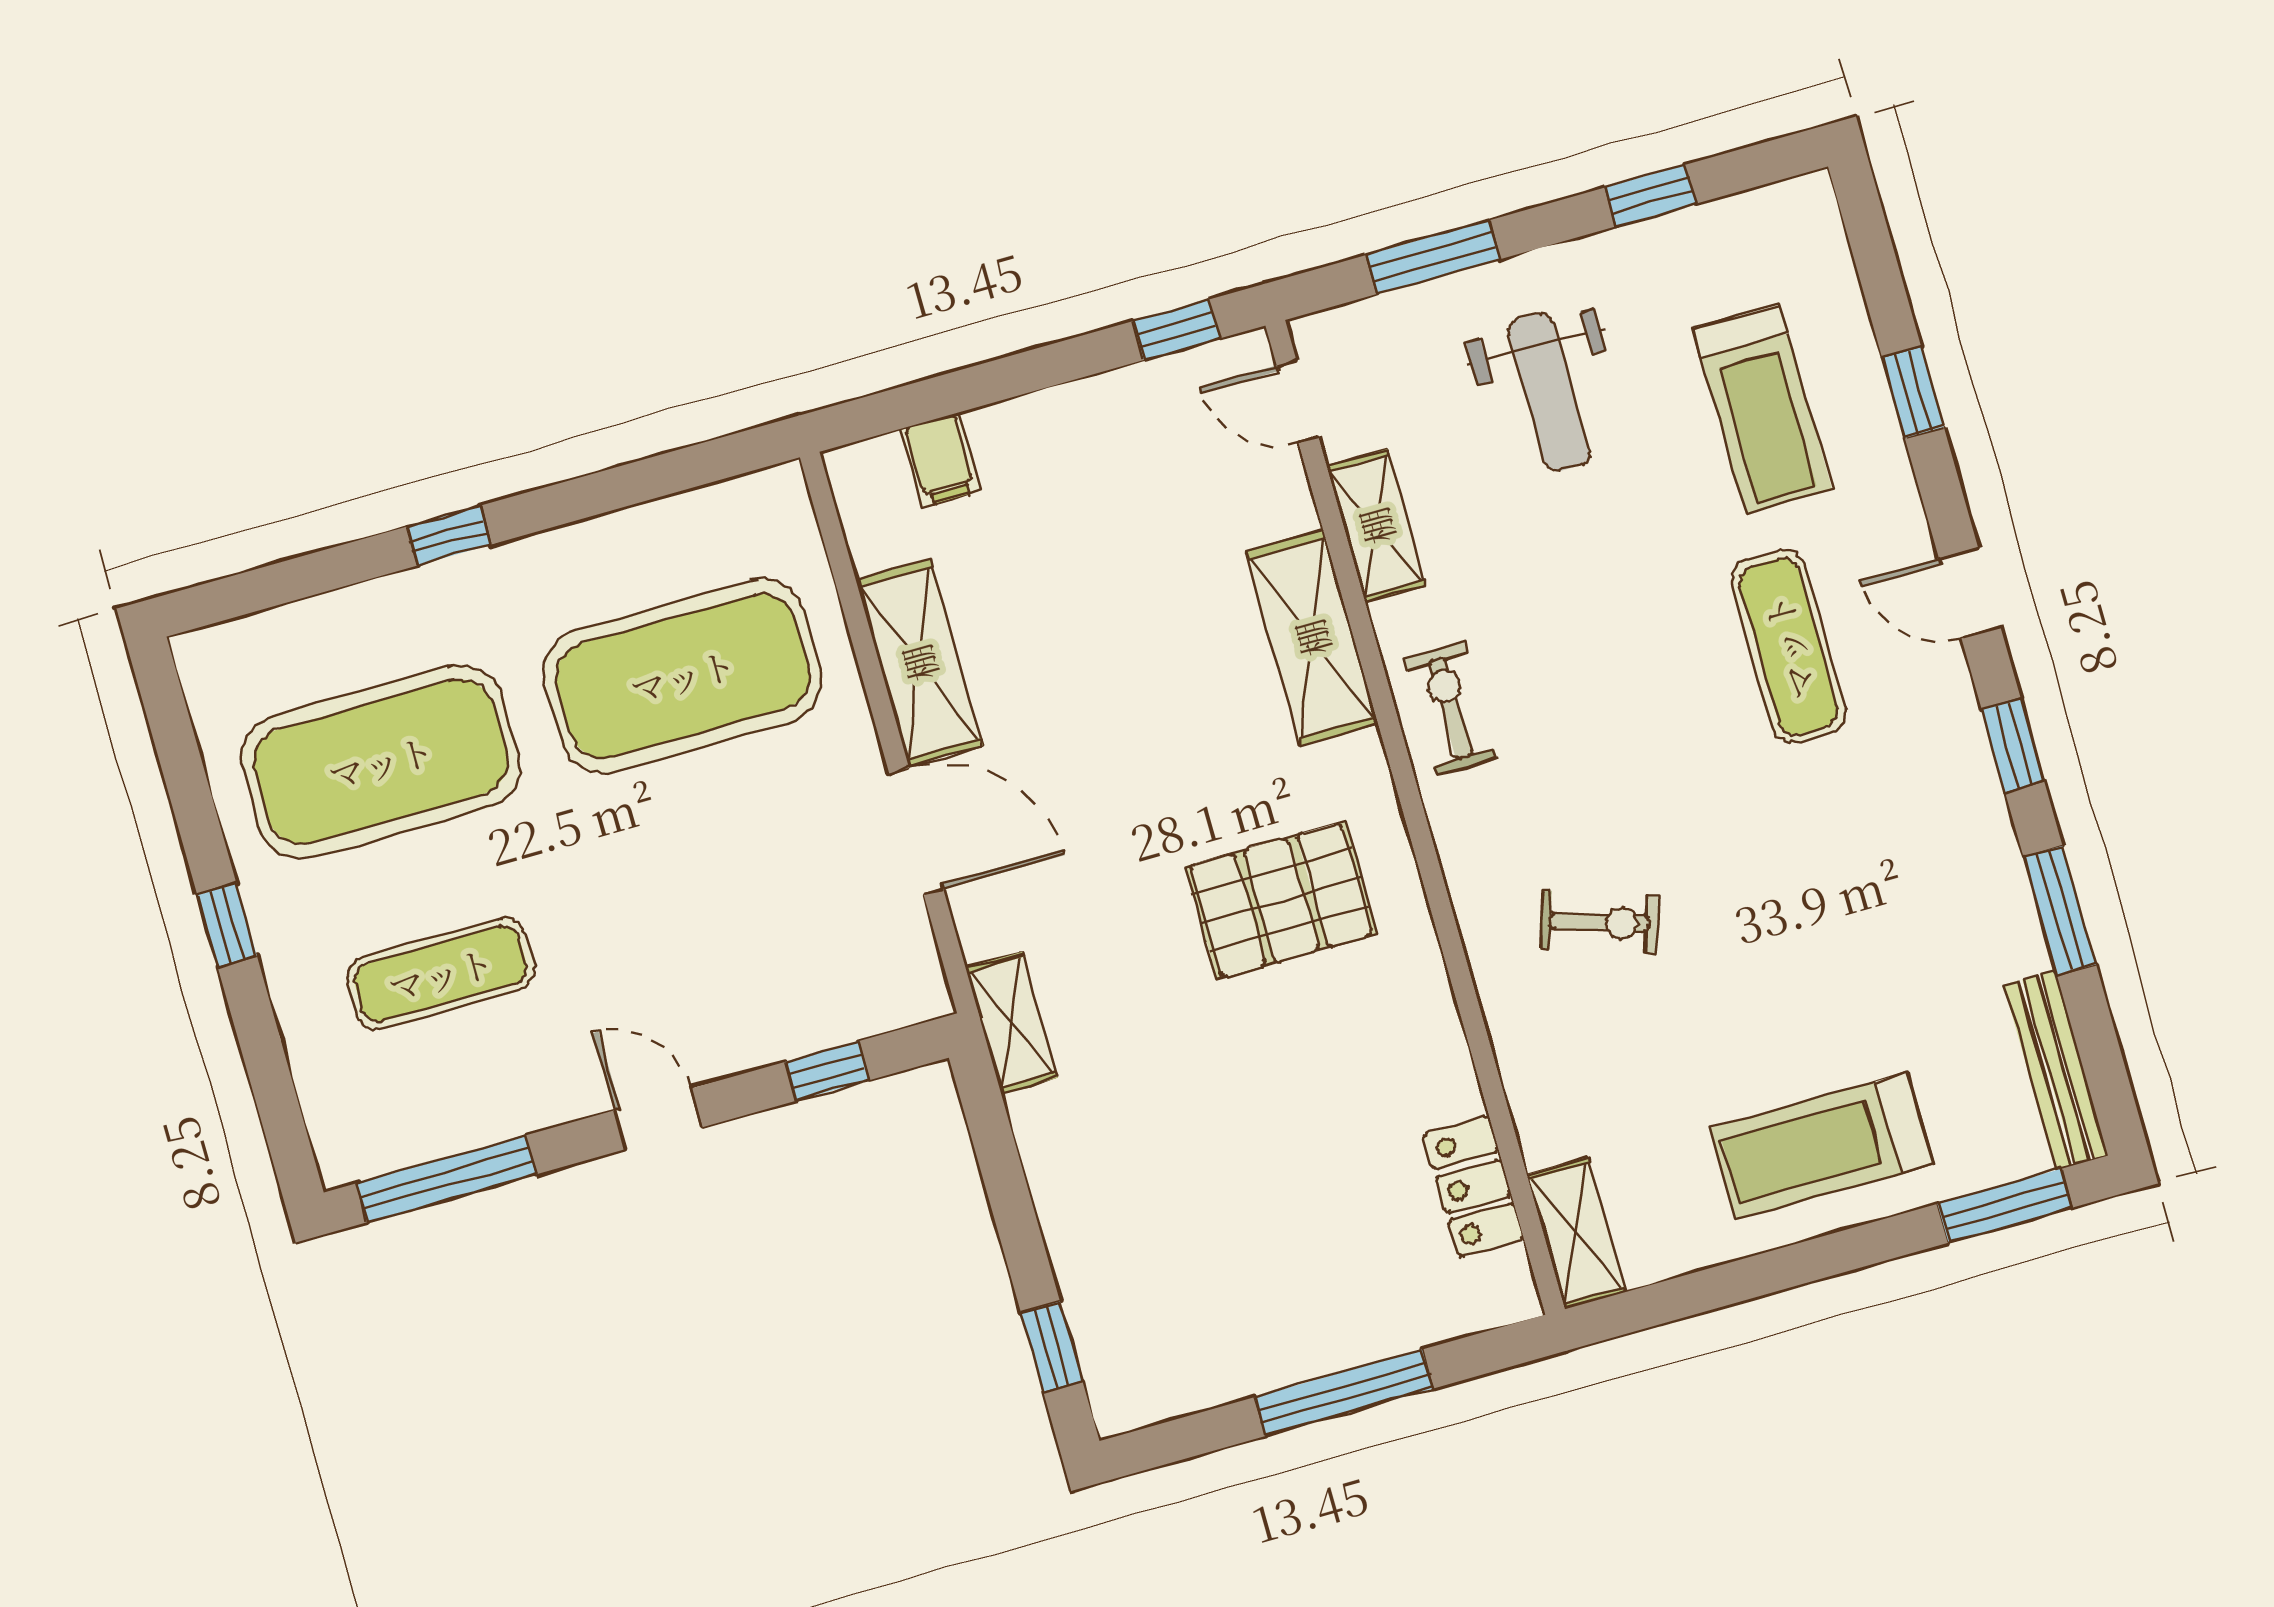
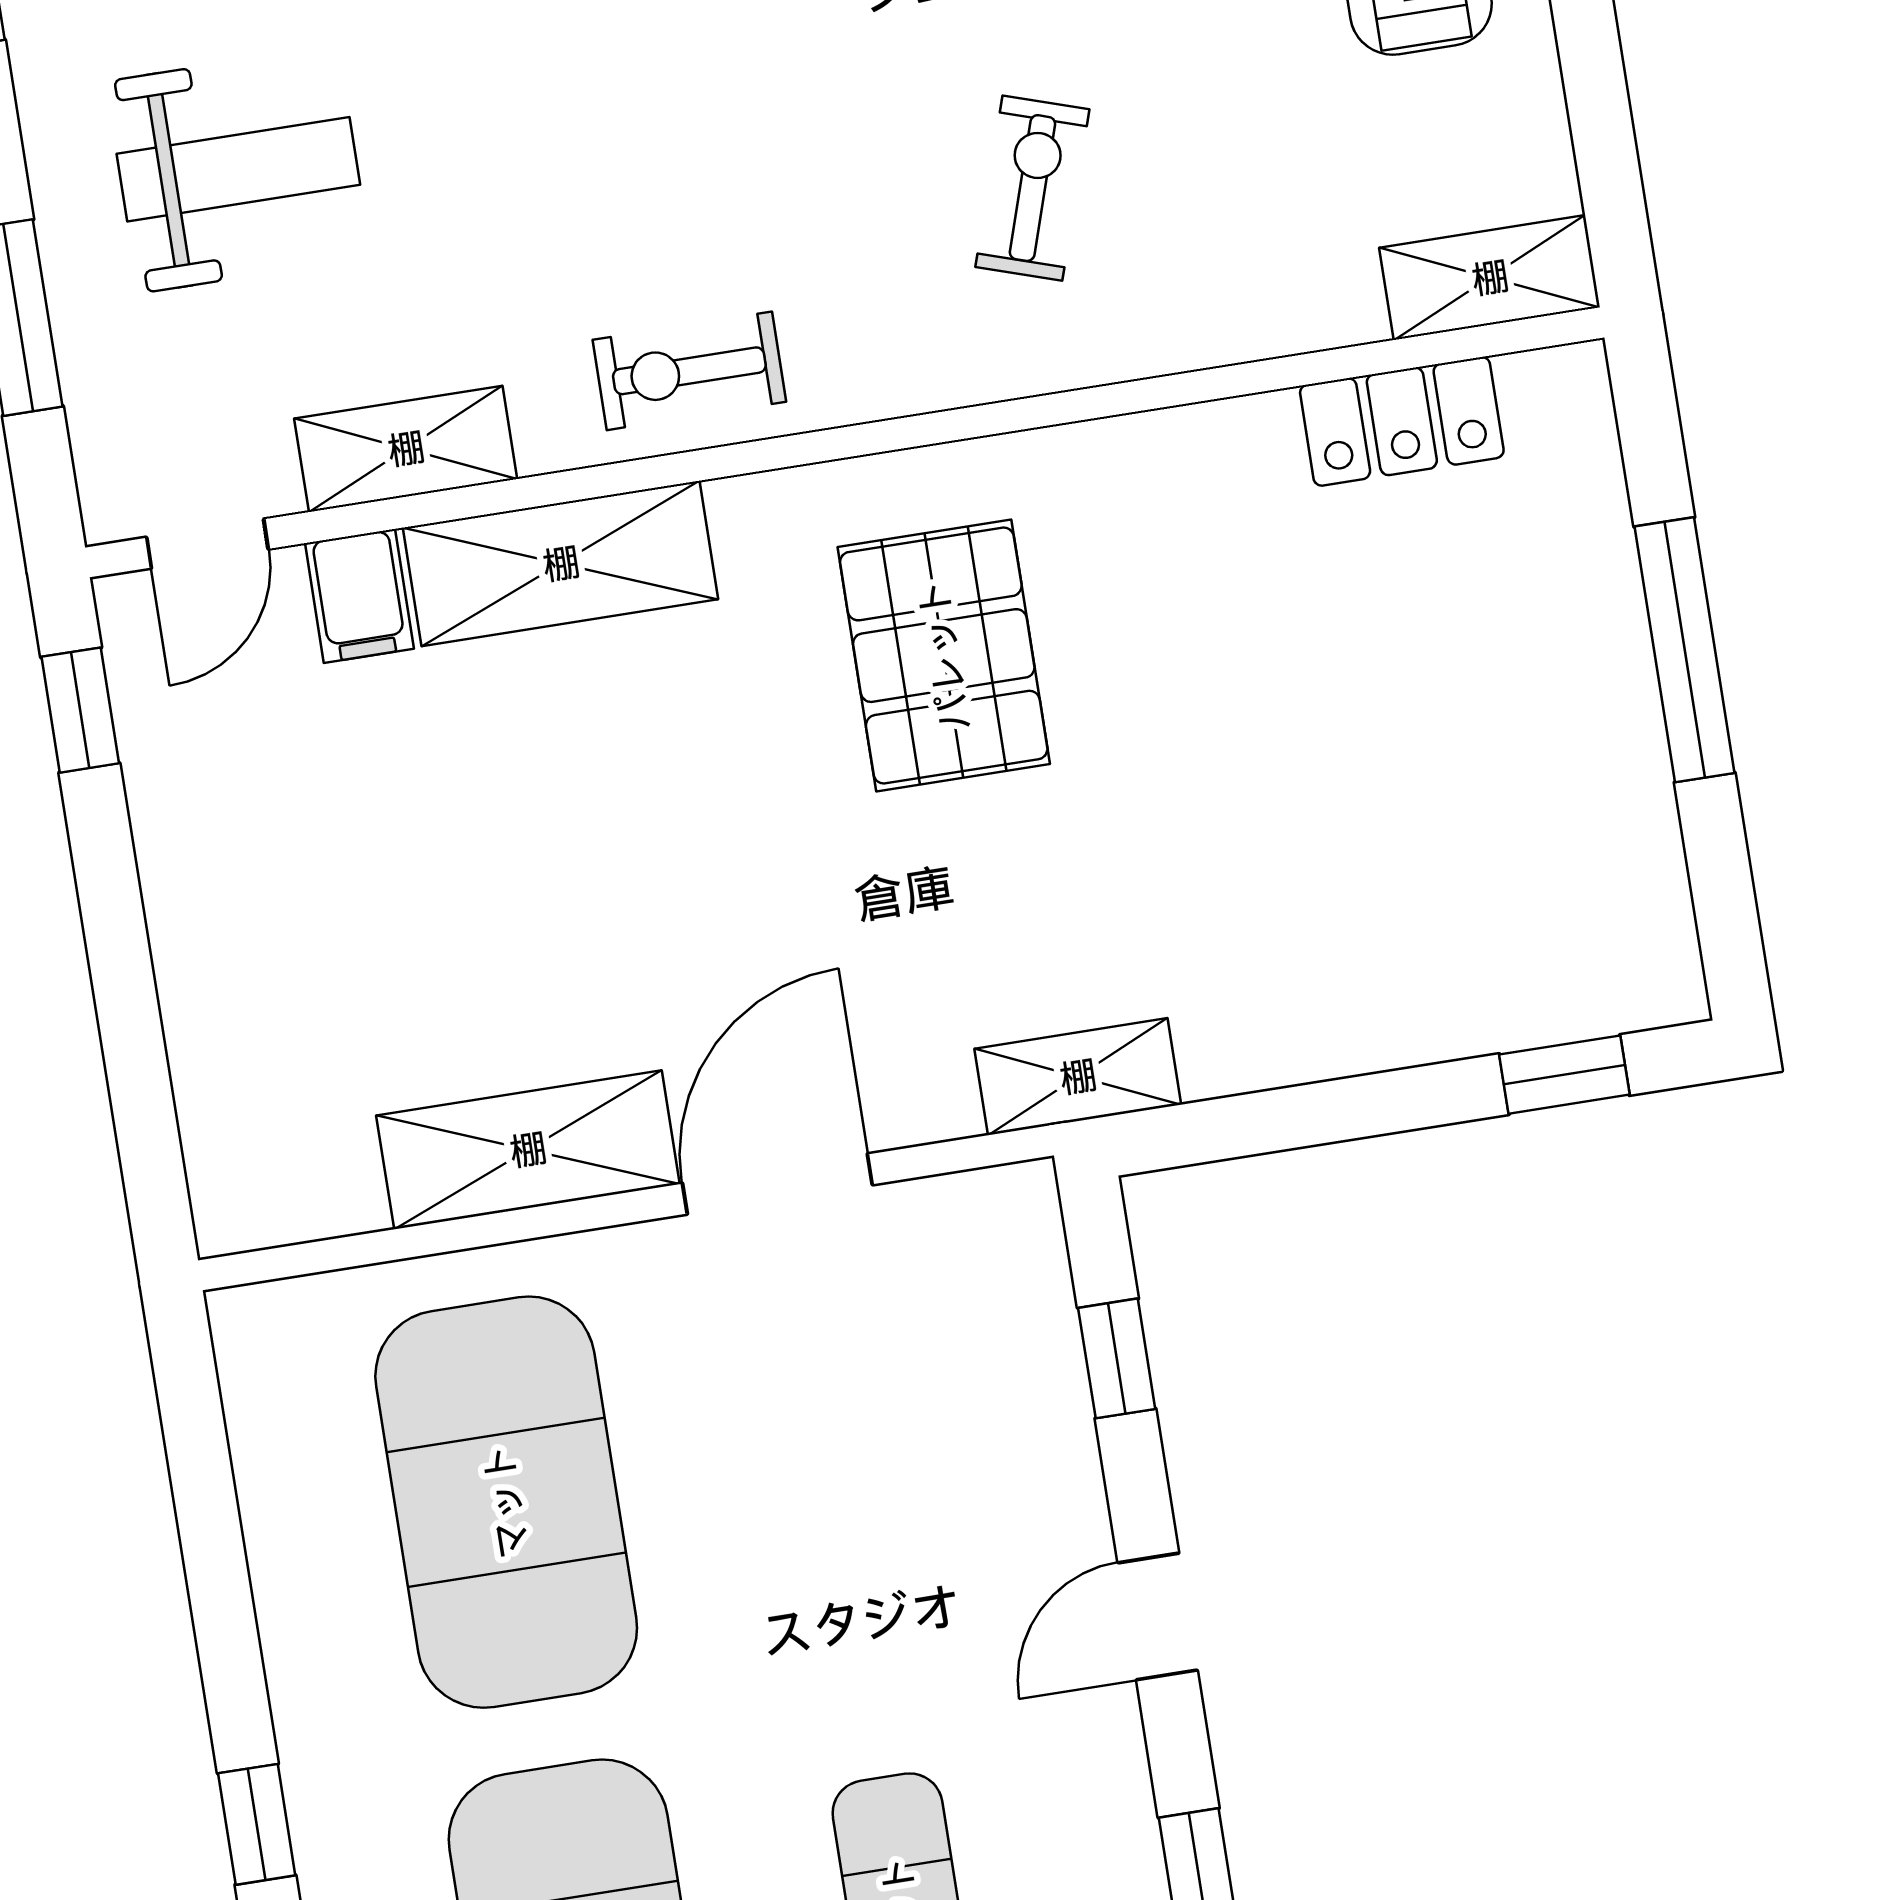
filing cabinet: (940, 460) -> (359, 596), moved, turned 90

